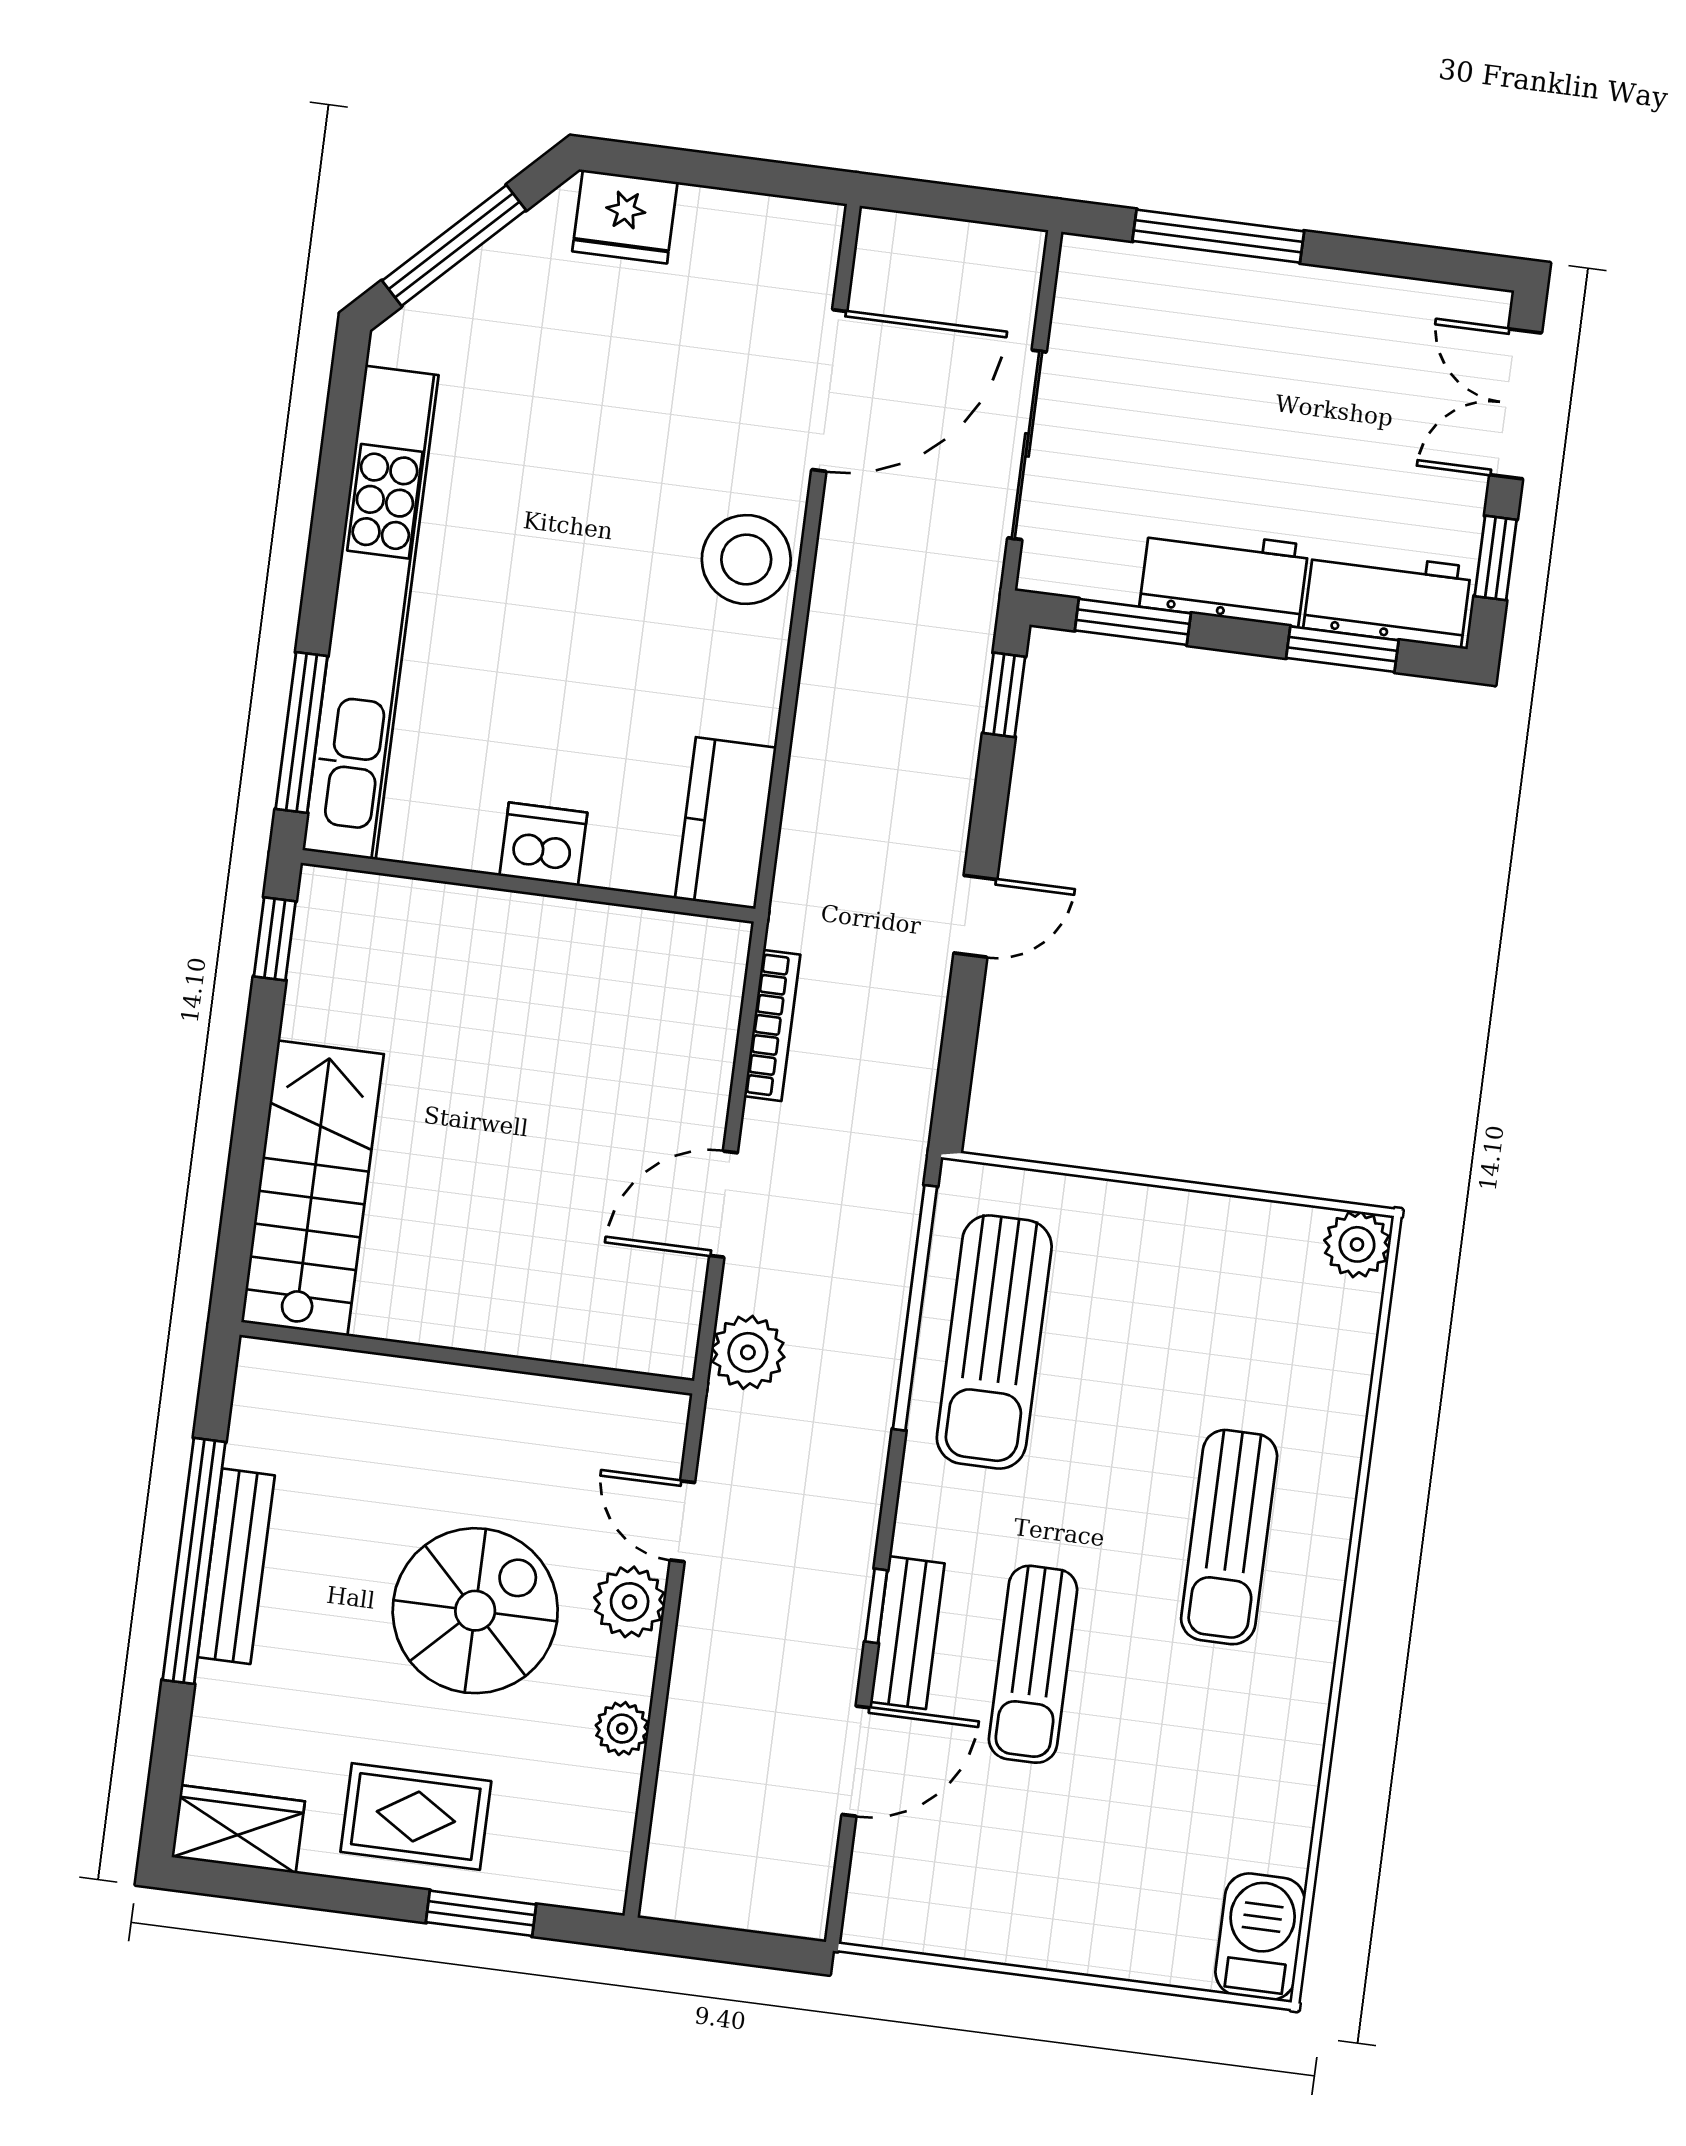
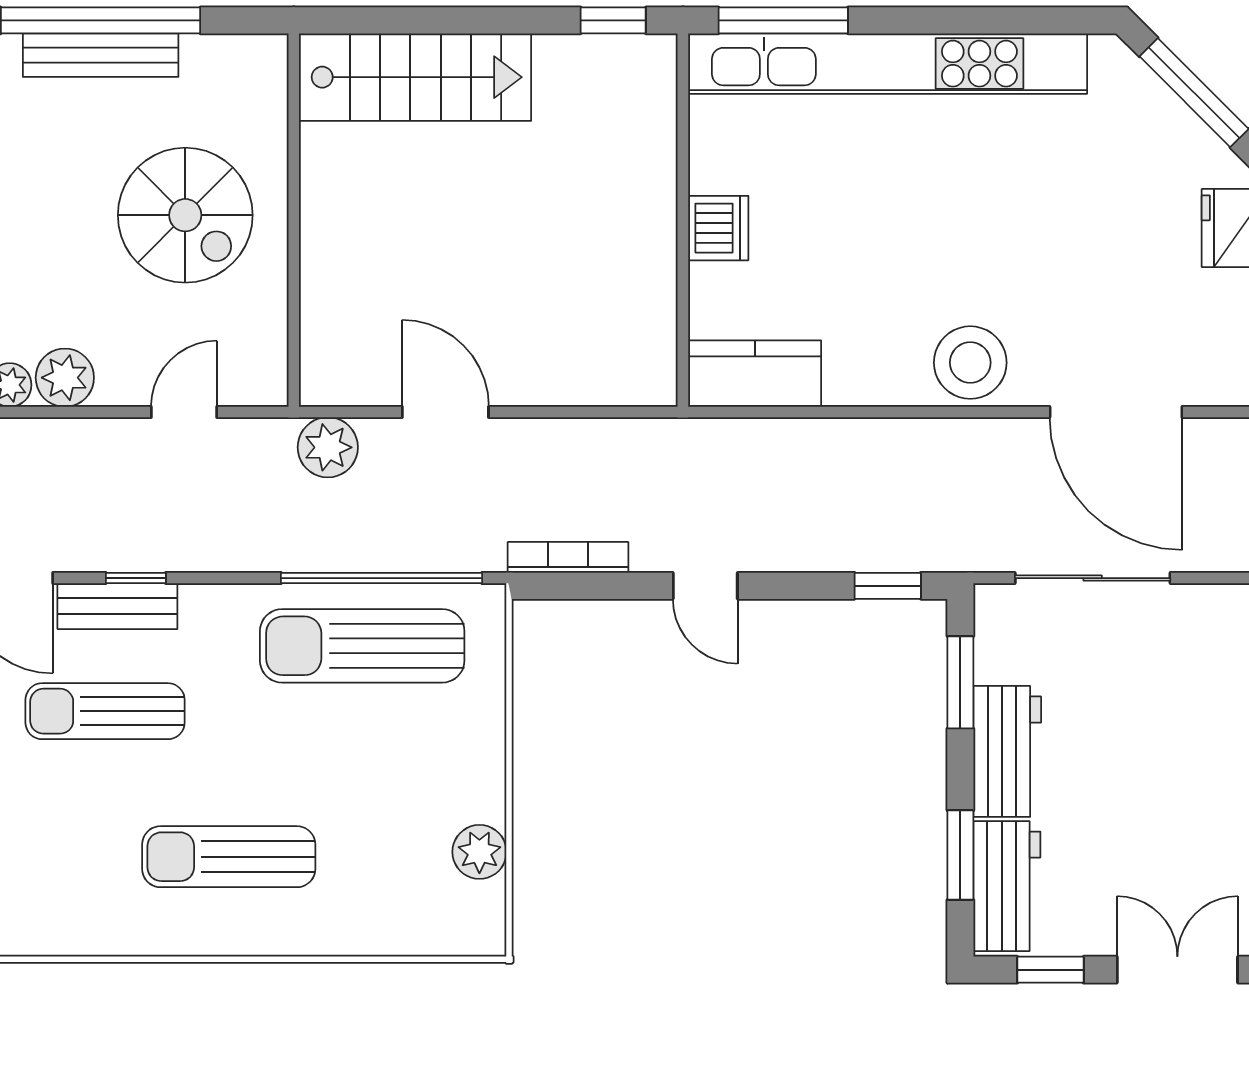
bookcase: (772, 1025) -> (568, 557), moved, turned 180
plant: (1357, 1244) -> (479, 852), moved
plant: (630, 1602) -> (65, 378), moved
spiral stairs: (475, 1611) -> (185, 215), moved

